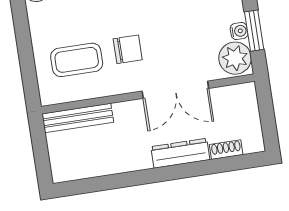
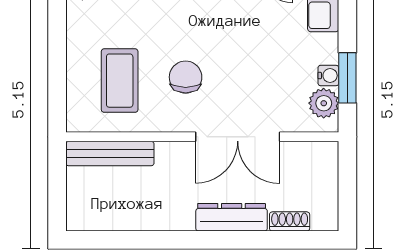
chair: (128, 49) -> (186, 77), turned -90
plant: (235, 58) -> (324, 103), width x0.73, depth x0.73
coffee table: (77, 60) -> (120, 81), turned 90

